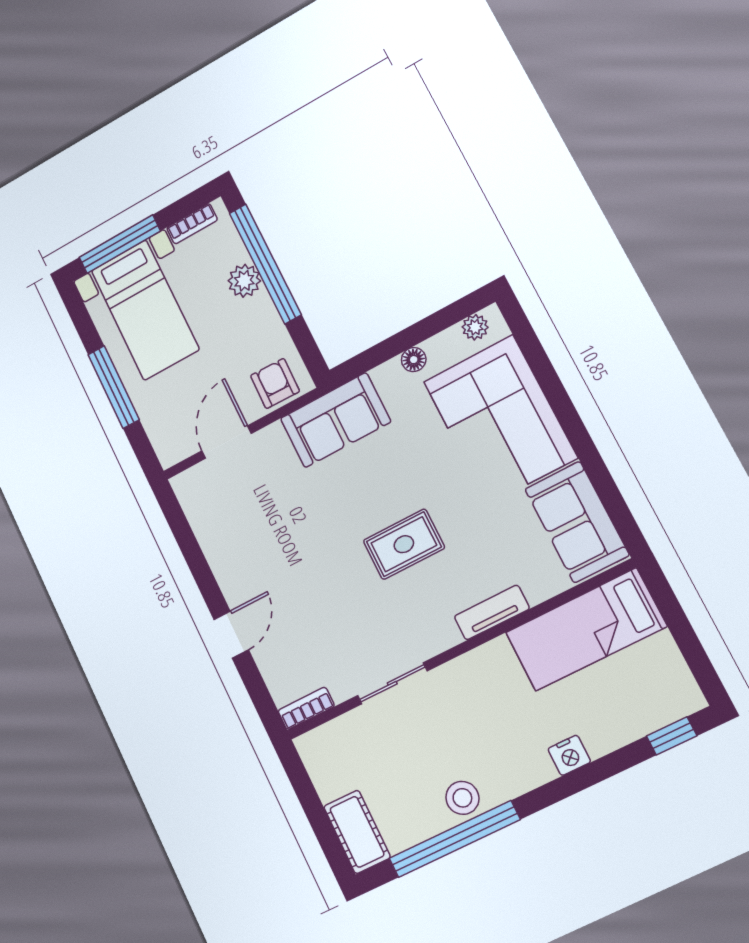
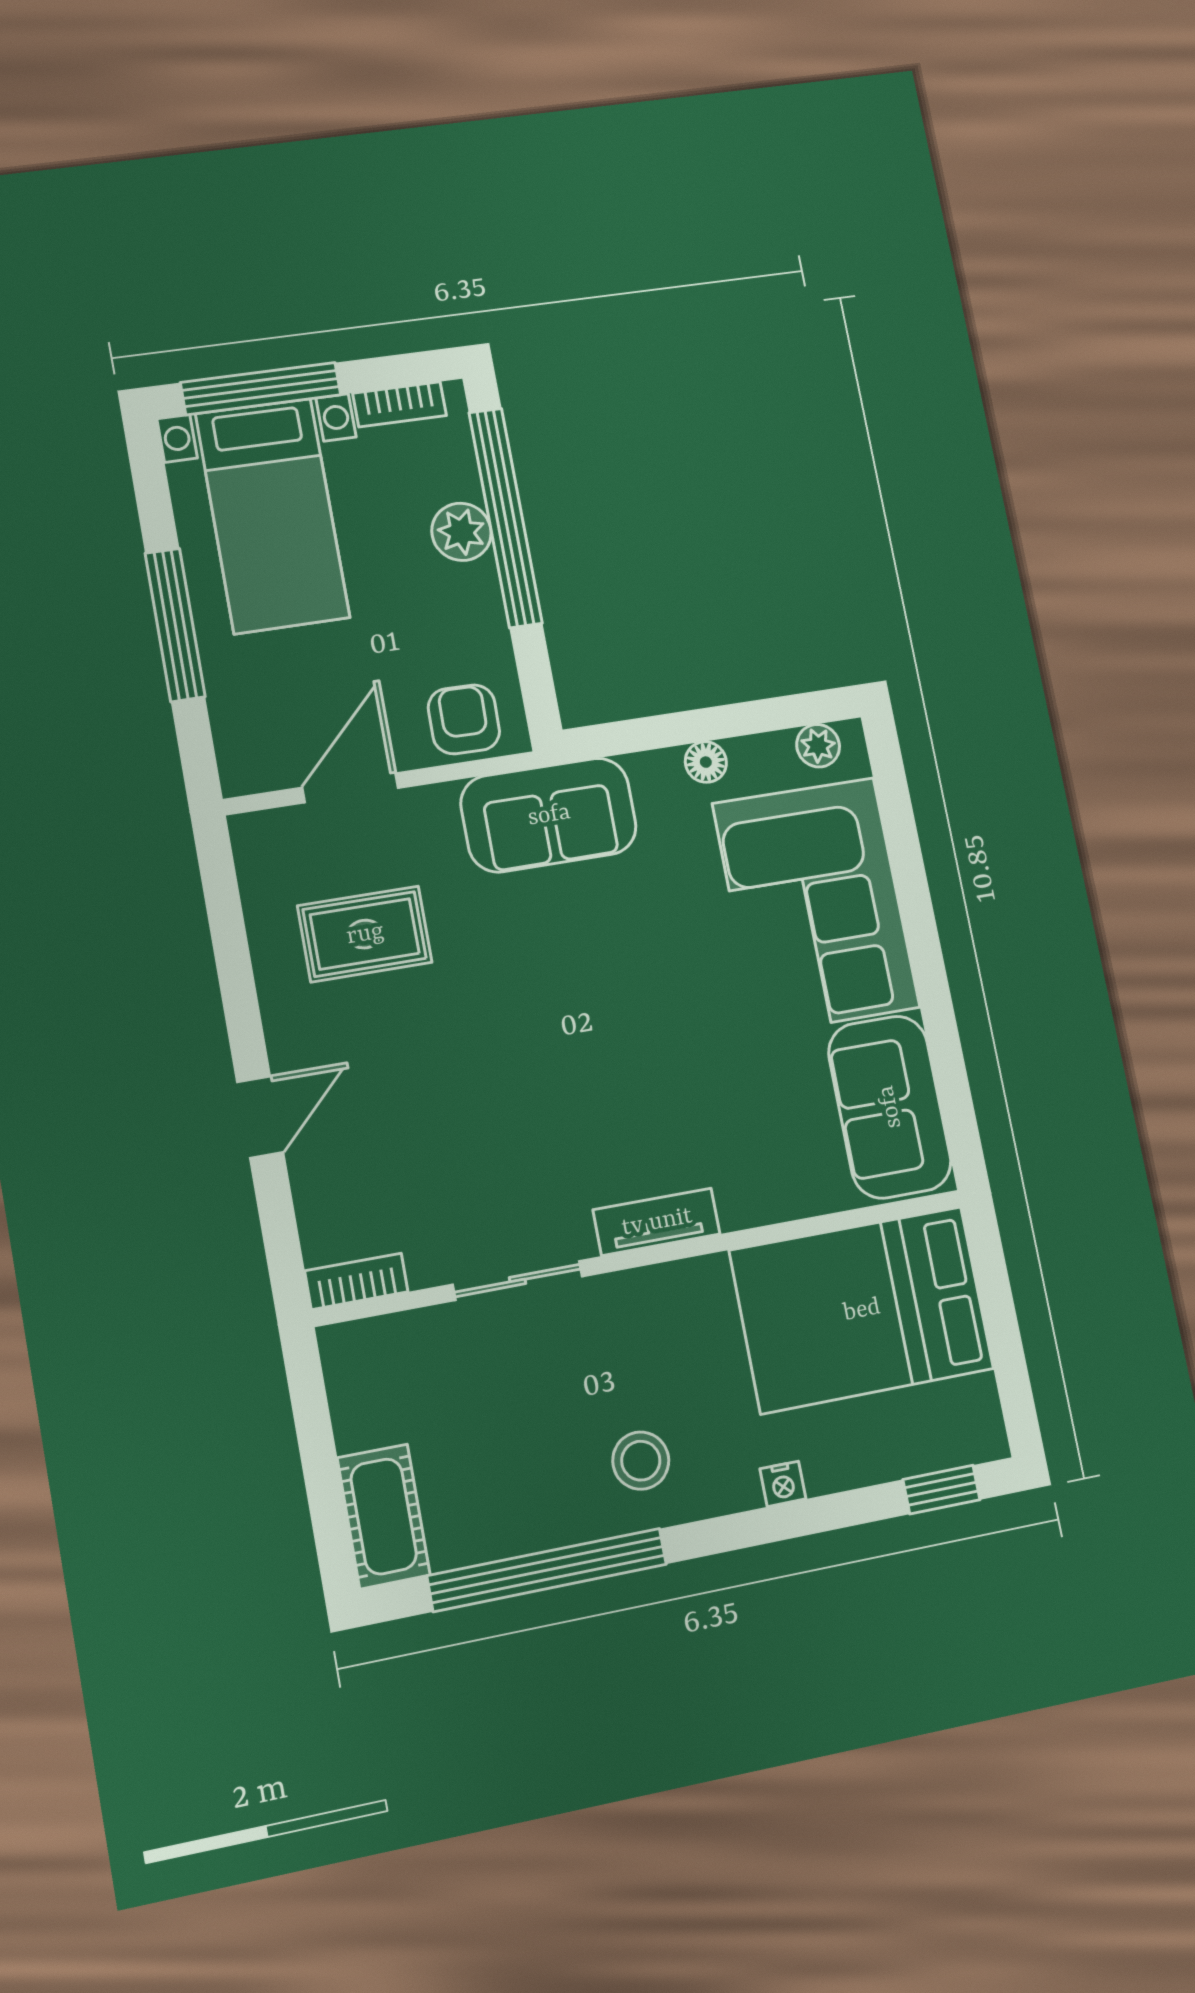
rug: (404, 544) -> (365, 934), moved
tv unit: (492, 612) -> (657, 1222), moved
bed: (586, 630) -> (862, 1310), width x1.50
nightstand: (569, 755) -> (783, 1484), width x0.72, depth x0.74
stool: (462, 798) -> (641, 1461), moved

